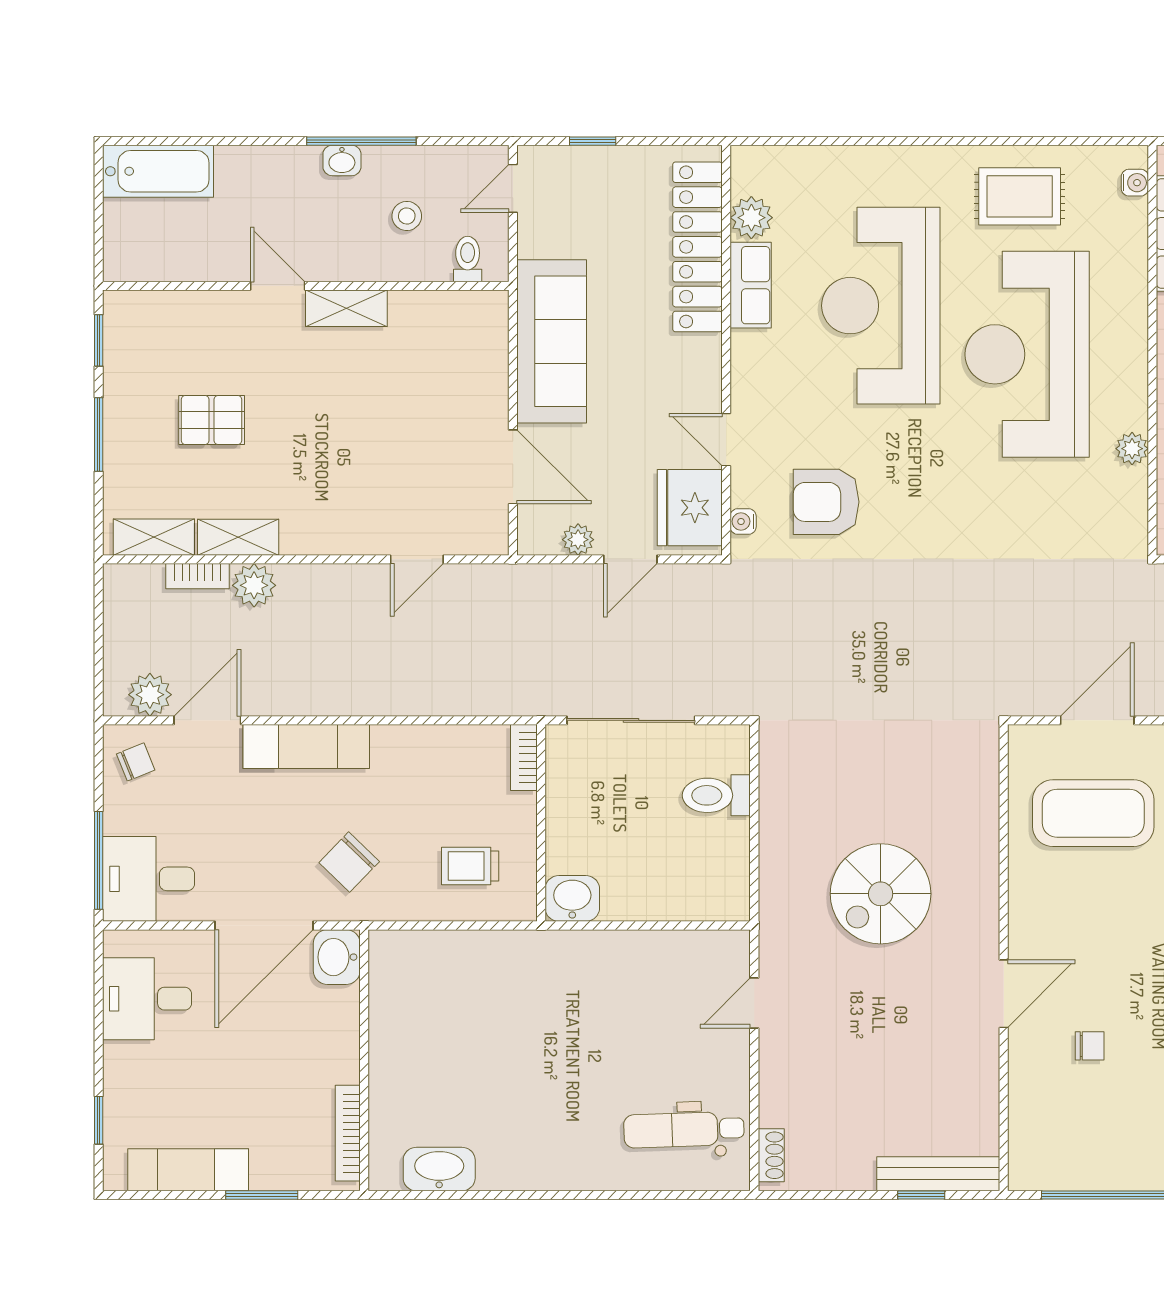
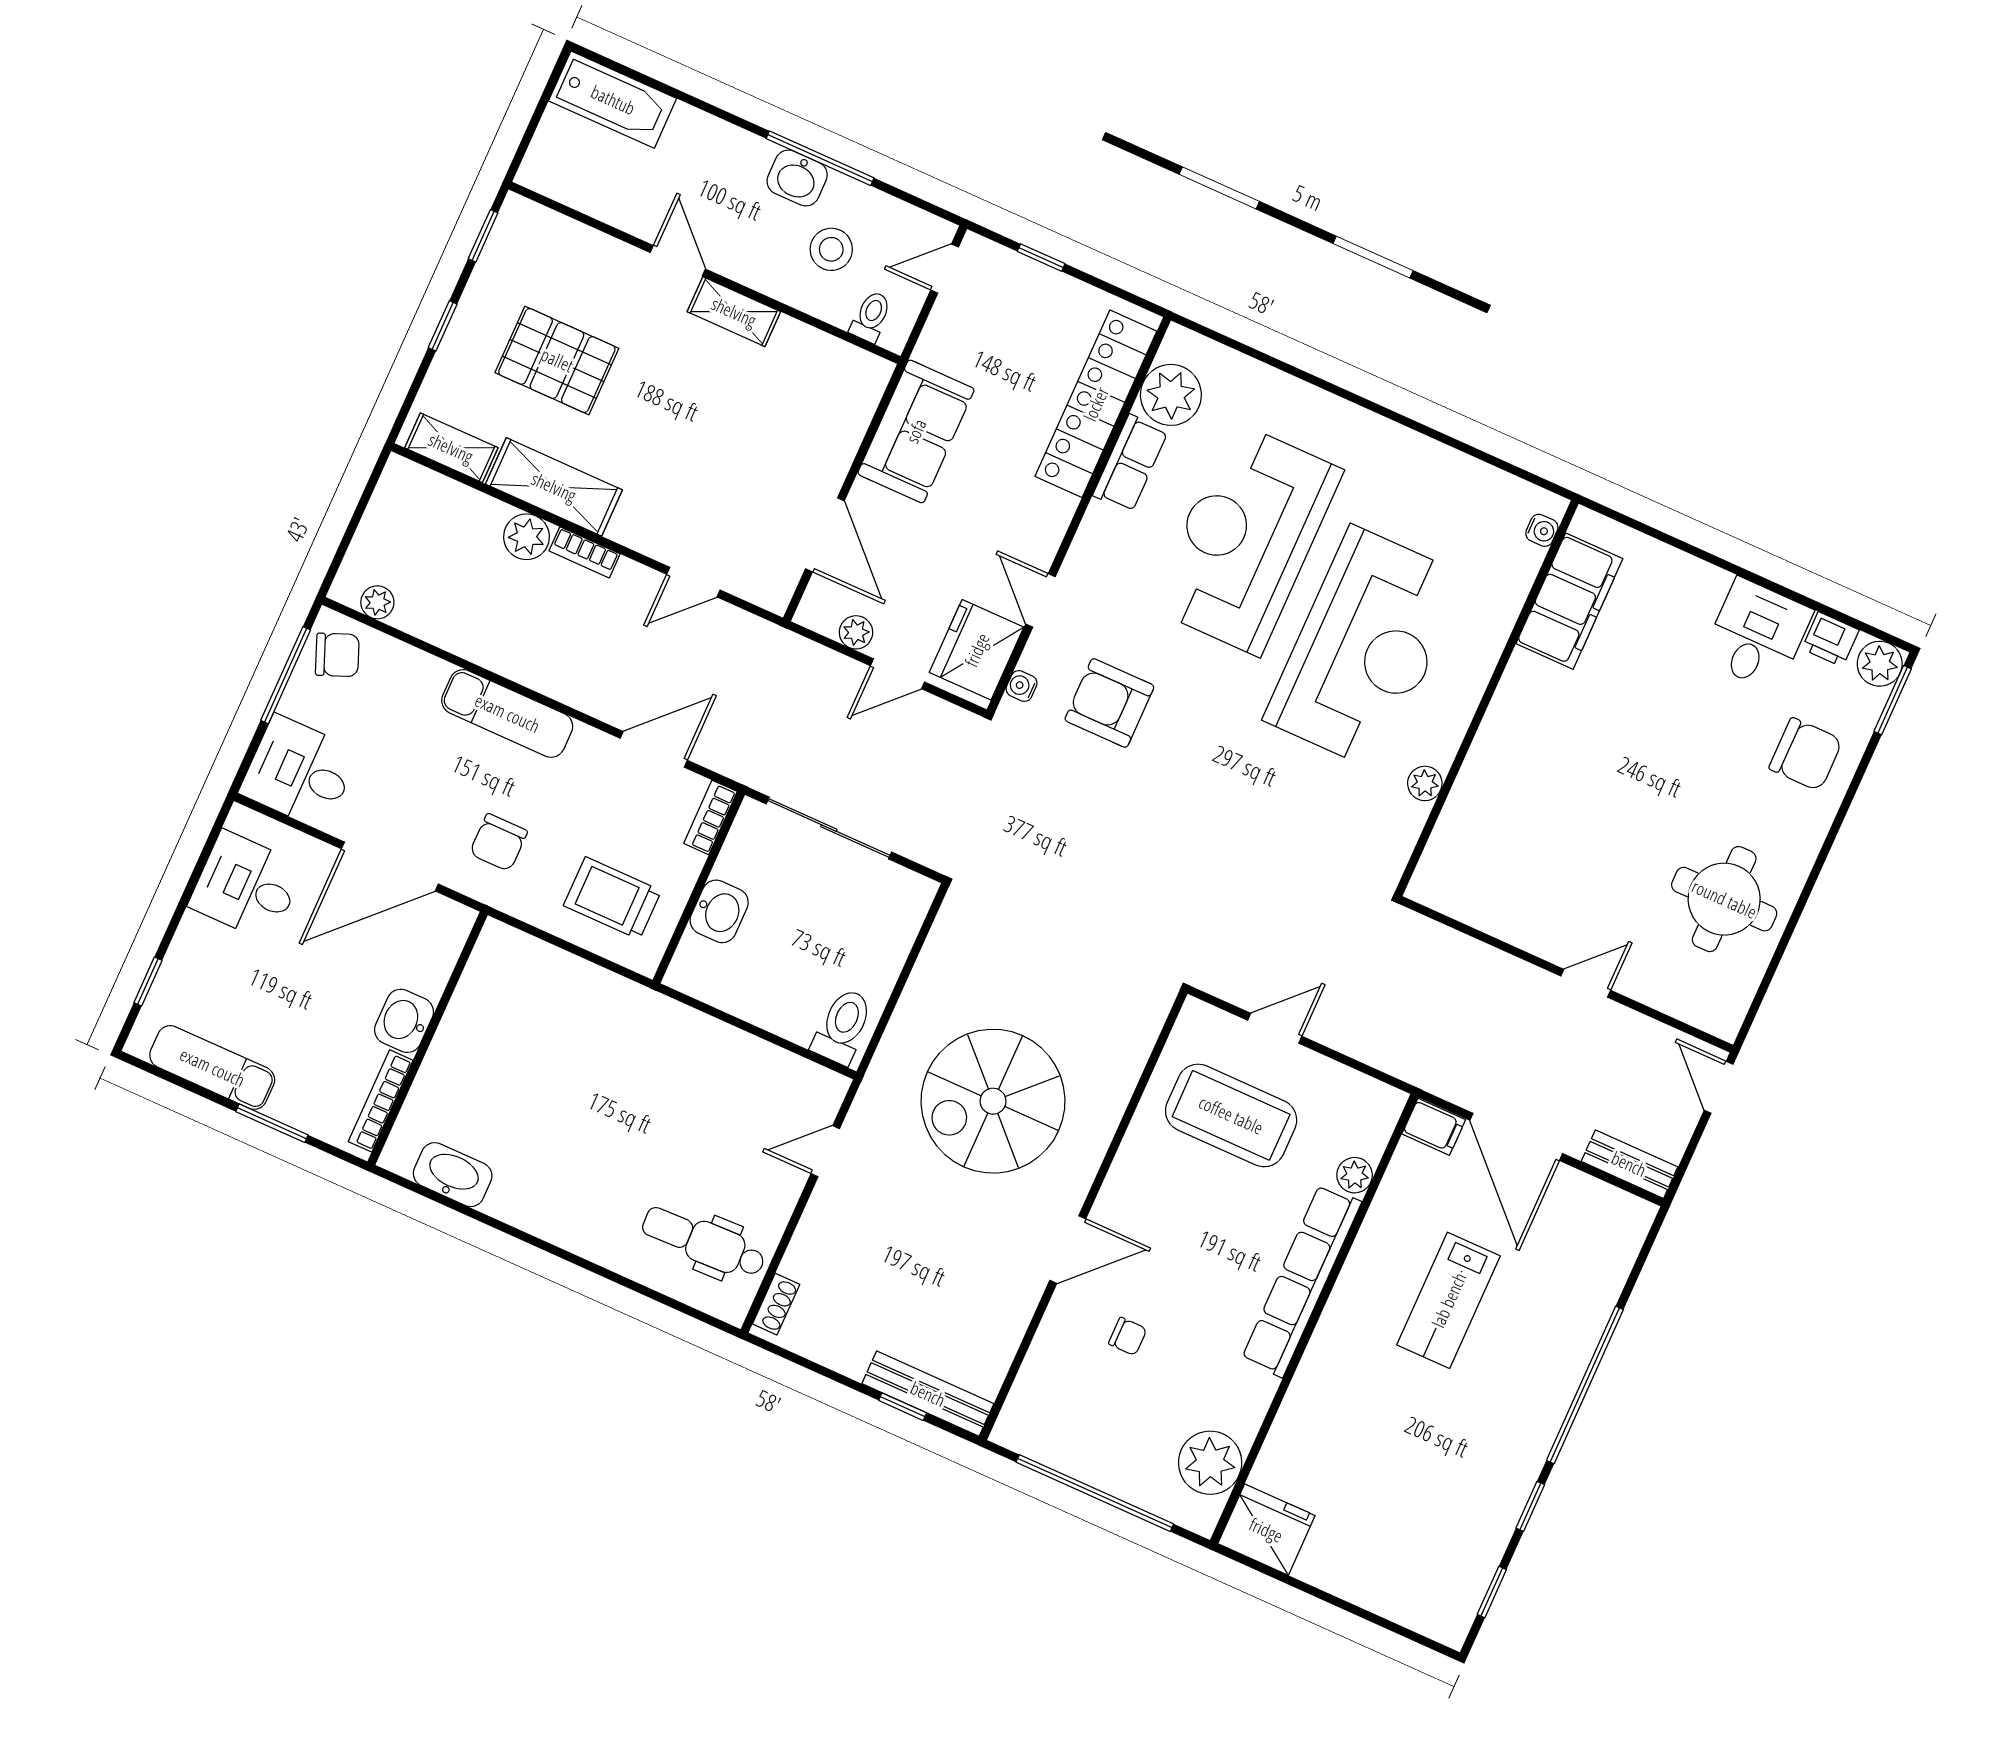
washbasin: (342, 160) -> (797, 178), width x1.38, depth x1.45
rug: (1020, 196) -> (1426, 494), removed
stool: (407, 216) -> (831, 249), width x1.37, depth x1.37
plant: (751, 218) -> (1171, 395), width x1.36, depth x1.36
sofa: (552, 341) -> (916, 431), width x0.73
reception desk: (1027, 354) -> (1365, 648), turned 180
pallet: (212, 420) -> (557, 360), width x1.50, depth x1.42
window: (99, 434) -> (443, 326), width x0.67
shelving: (238, 537) -> (554, 487), width x1.50, depth x1.33
bookcase: (197, 576) -> (585, 552), moved
plant: (150, 695) -> (377, 602), width x0.73, depth x0.73
door: (207, 720) -> (654, 749), moved
door: (1097, 720) -> (1275, 1028), width x0.73
chair: (136, 762) -> (337, 655), width x1.37, depth x1.37
toilet: (716, 795) -> (843, 1026), moved, turned 90
window: (99, 860) -> (286, 675), moved
chair: (349, 862) -> (498, 842), turned -44
trolley: (470, 866) -> (612, 898), width x1.36, depth x1.39
spiral stairs: (881, 894) -> (993, 1101), width x1.37, depth x1.37
washbasin: (572, 898) -> (719, 911), moved, turned 90
washbasin: (337, 957) -> (404, 1021), moved

